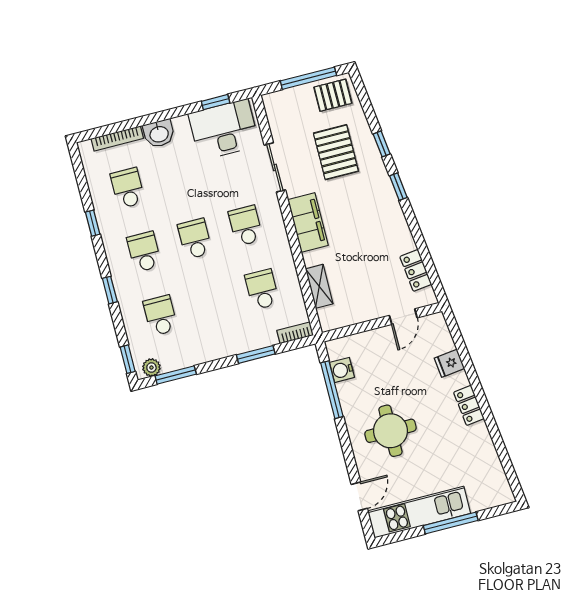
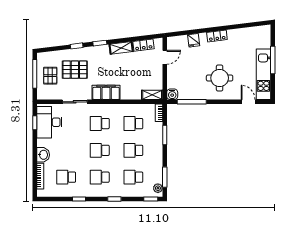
pallet: (333, 95) -> (50, 76), moved
shelving: (400, 229) -> (121, 48), added
shelving: (319, 286) -> (152, 95), moved
school desk: (211, 302) -> (133, 150), added
door: (403, 317) -> (165, 57), hinge flipped
water cooler: (342, 370) -> (172, 94), moved

